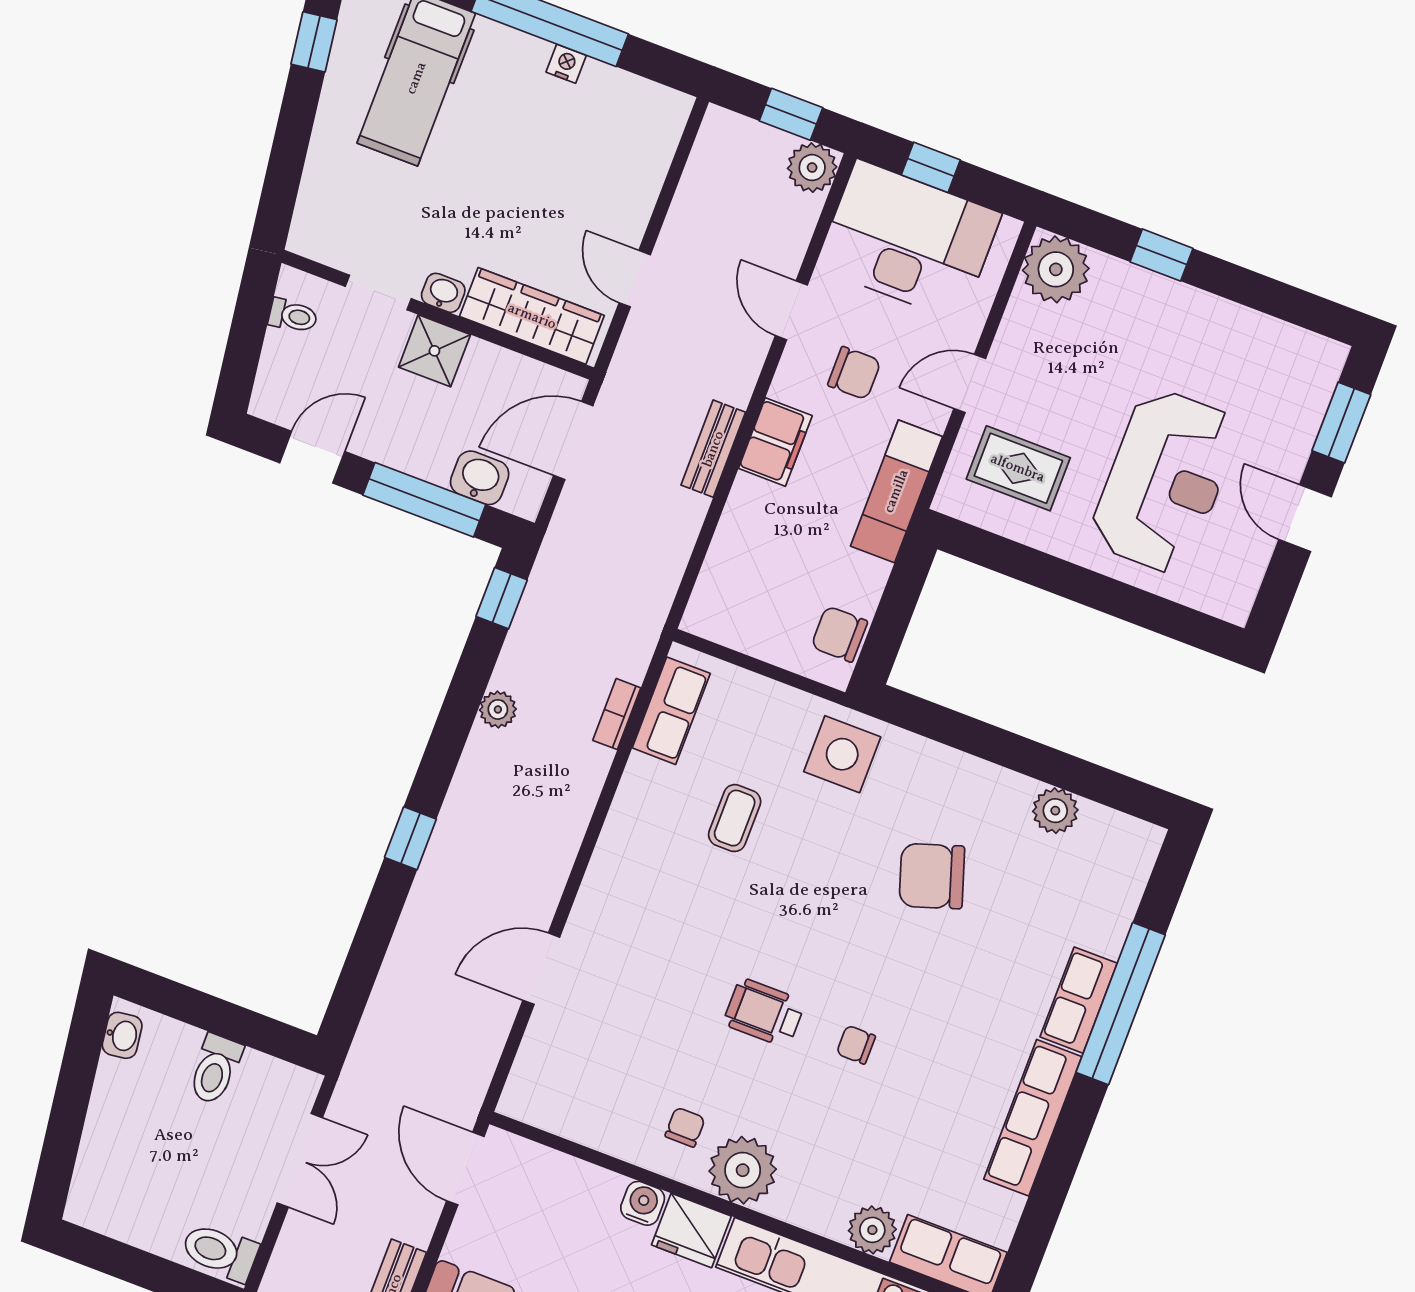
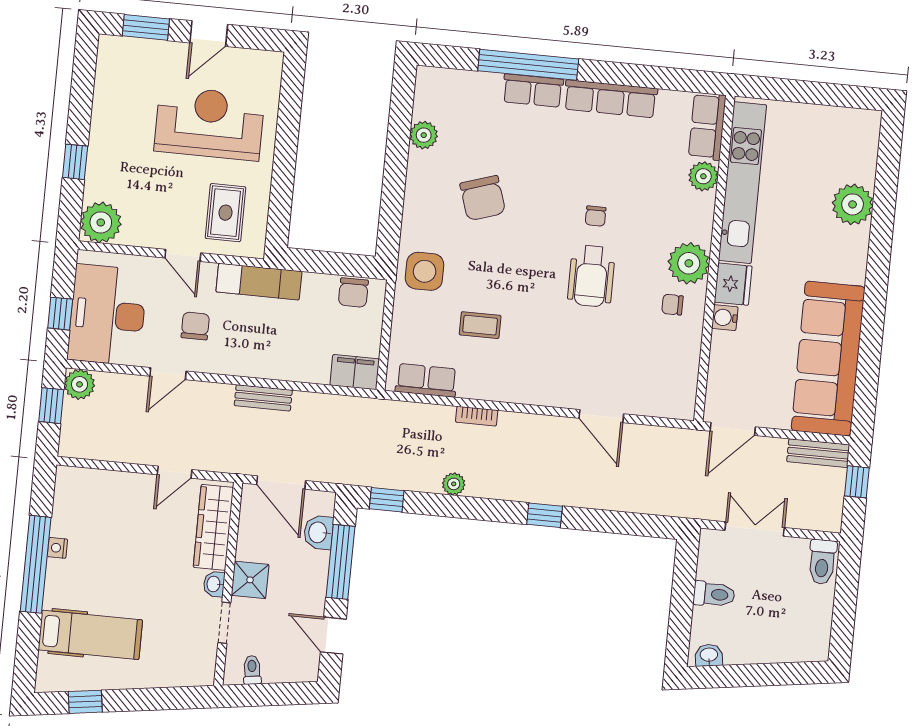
filing cabinet: (775, 442) -> (355, 372), moved
bookcase: (617, 714) -> (477, 416), moved
wheelchair: (764, 1013) -> (591, 276), width x1.36, depth x1.37

